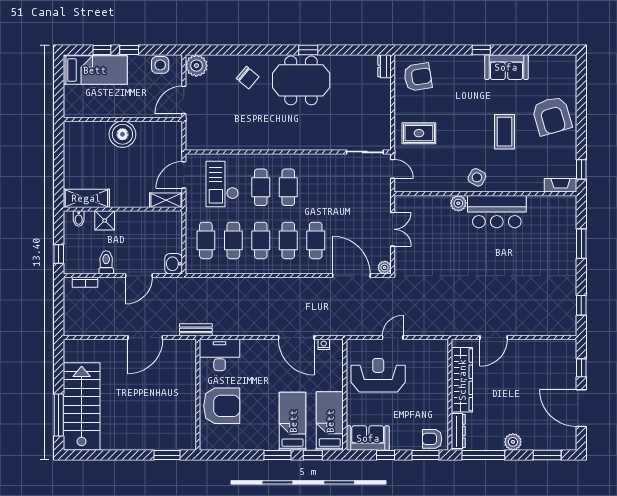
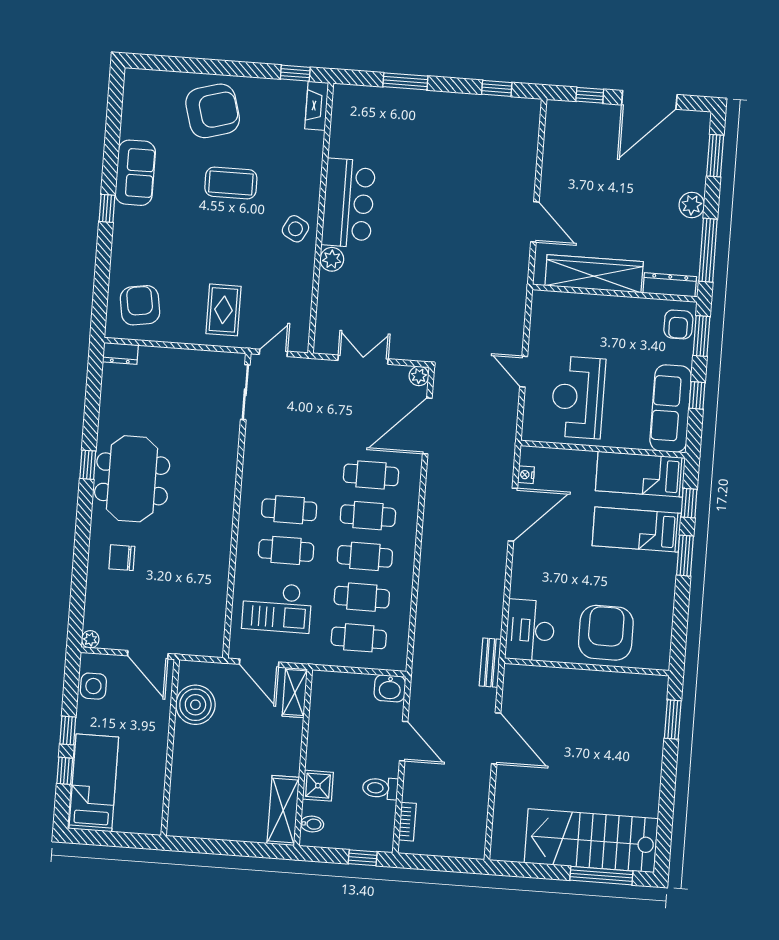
plant: (196, 66) -> (90, 639), width x0.53, depth x0.53
chair: (248, 78) -> (122, 558), turned -130
boiler: (122, 134) -> (195, 705), moved
sofa: (368, 438) -> (671, 409), width x1.36

